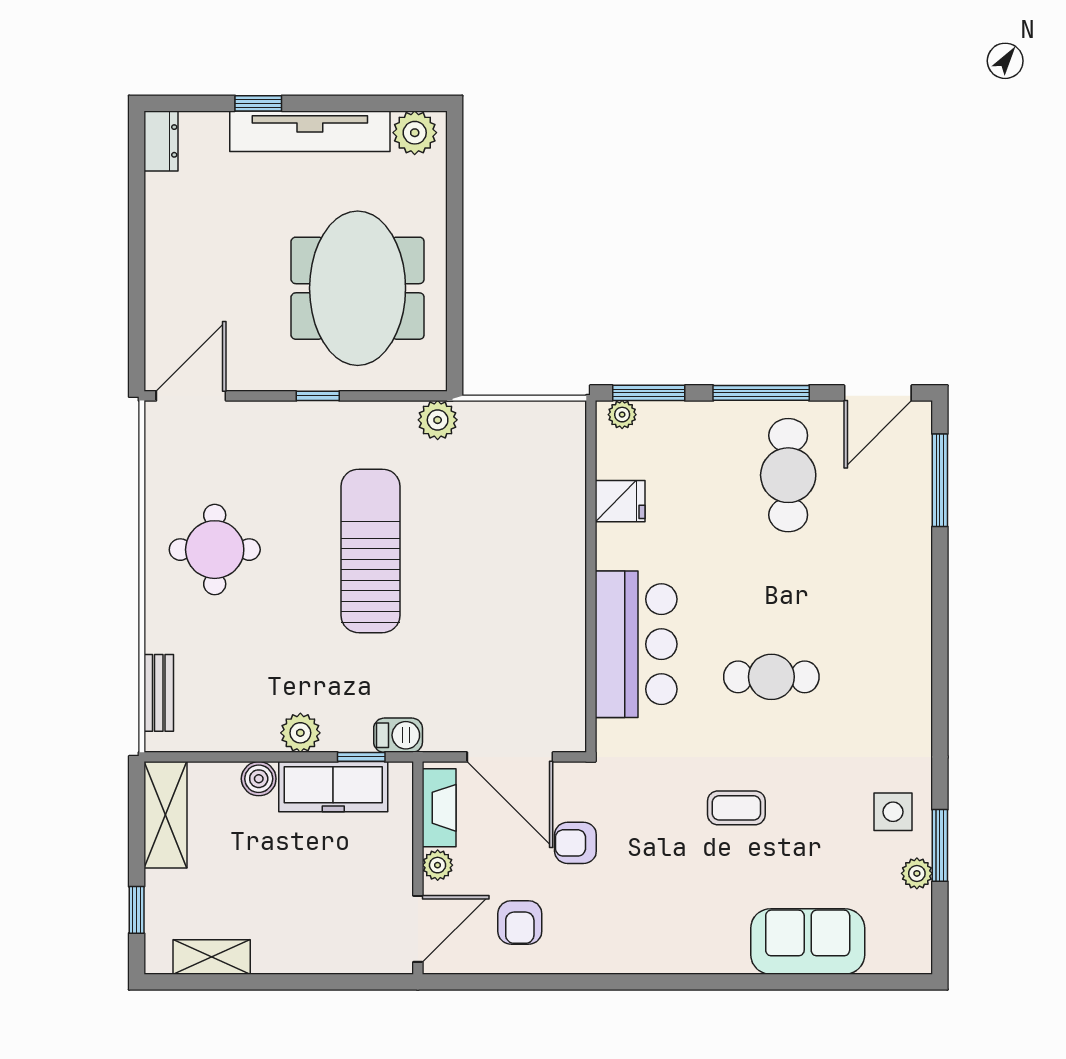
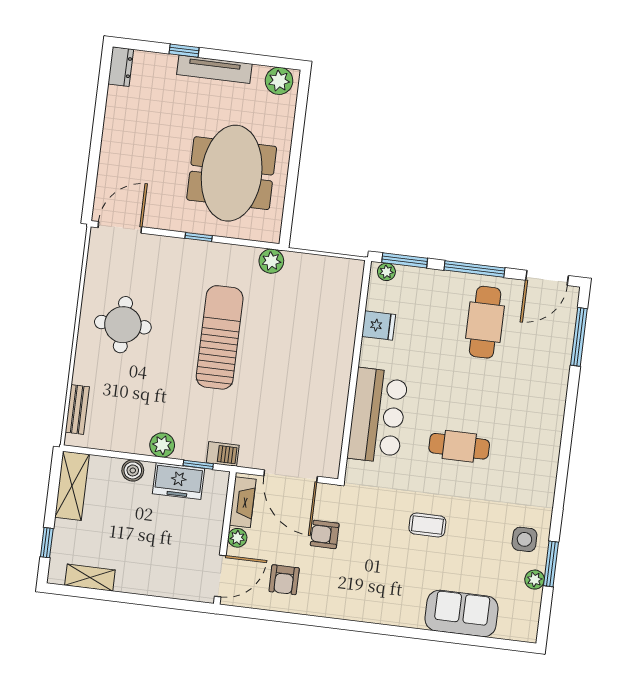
tv unit: (310, 131) -> (214, 69), width x0.73, depth x0.78
freezer: (333, 787) -> (178, 481), width x0.71

